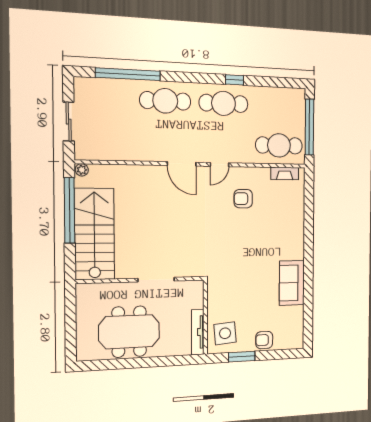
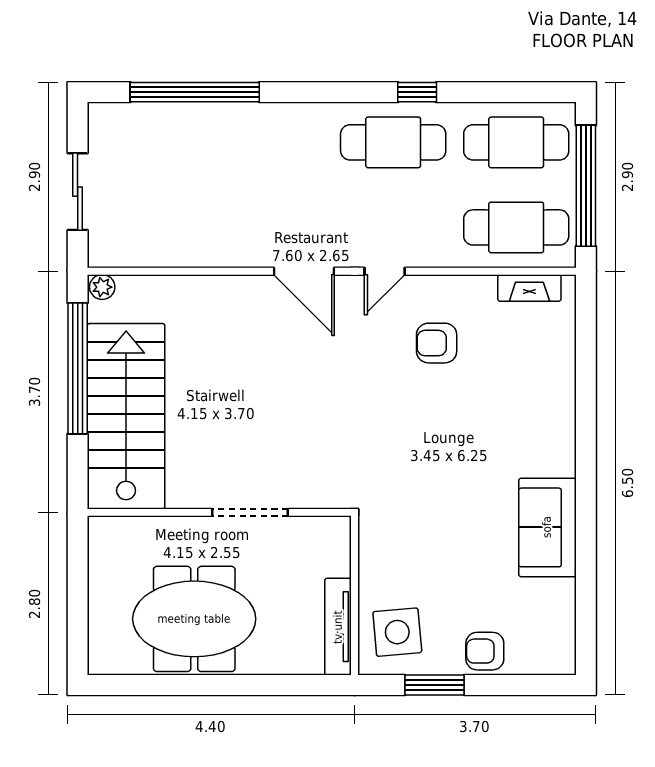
cafe table: (165, 101) -> (516, 142), moved

